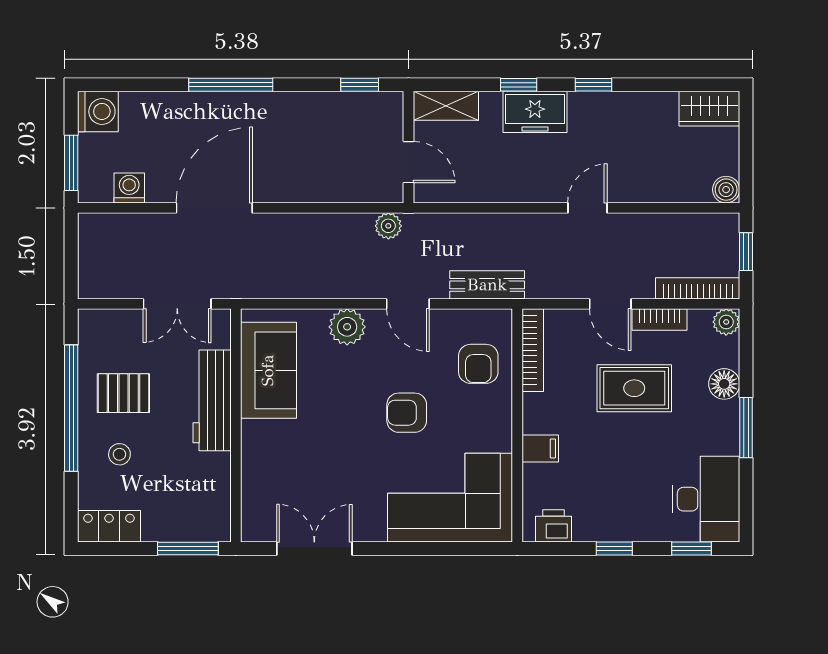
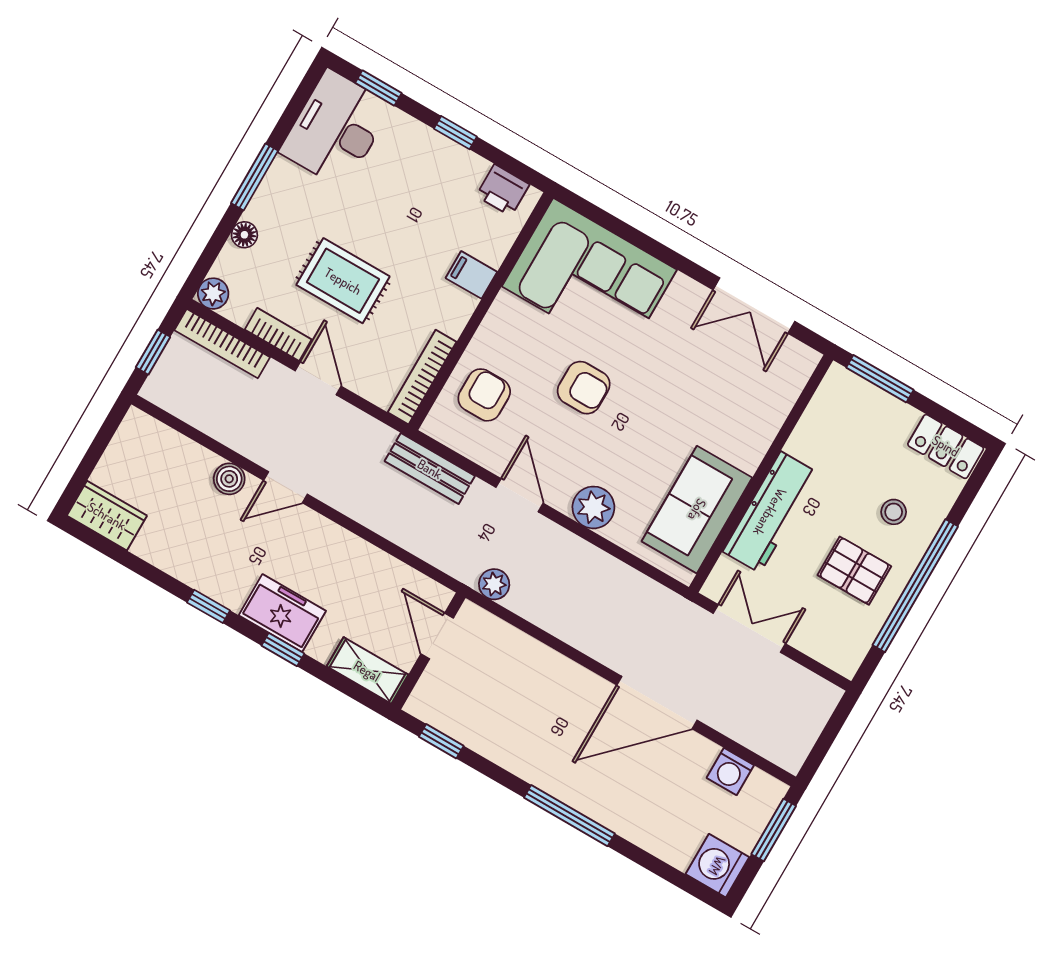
boiler: (726, 190) -> (229, 479), moved
floor lamp: (724, 384) -> (244, 235), width x0.73, depth x0.73

